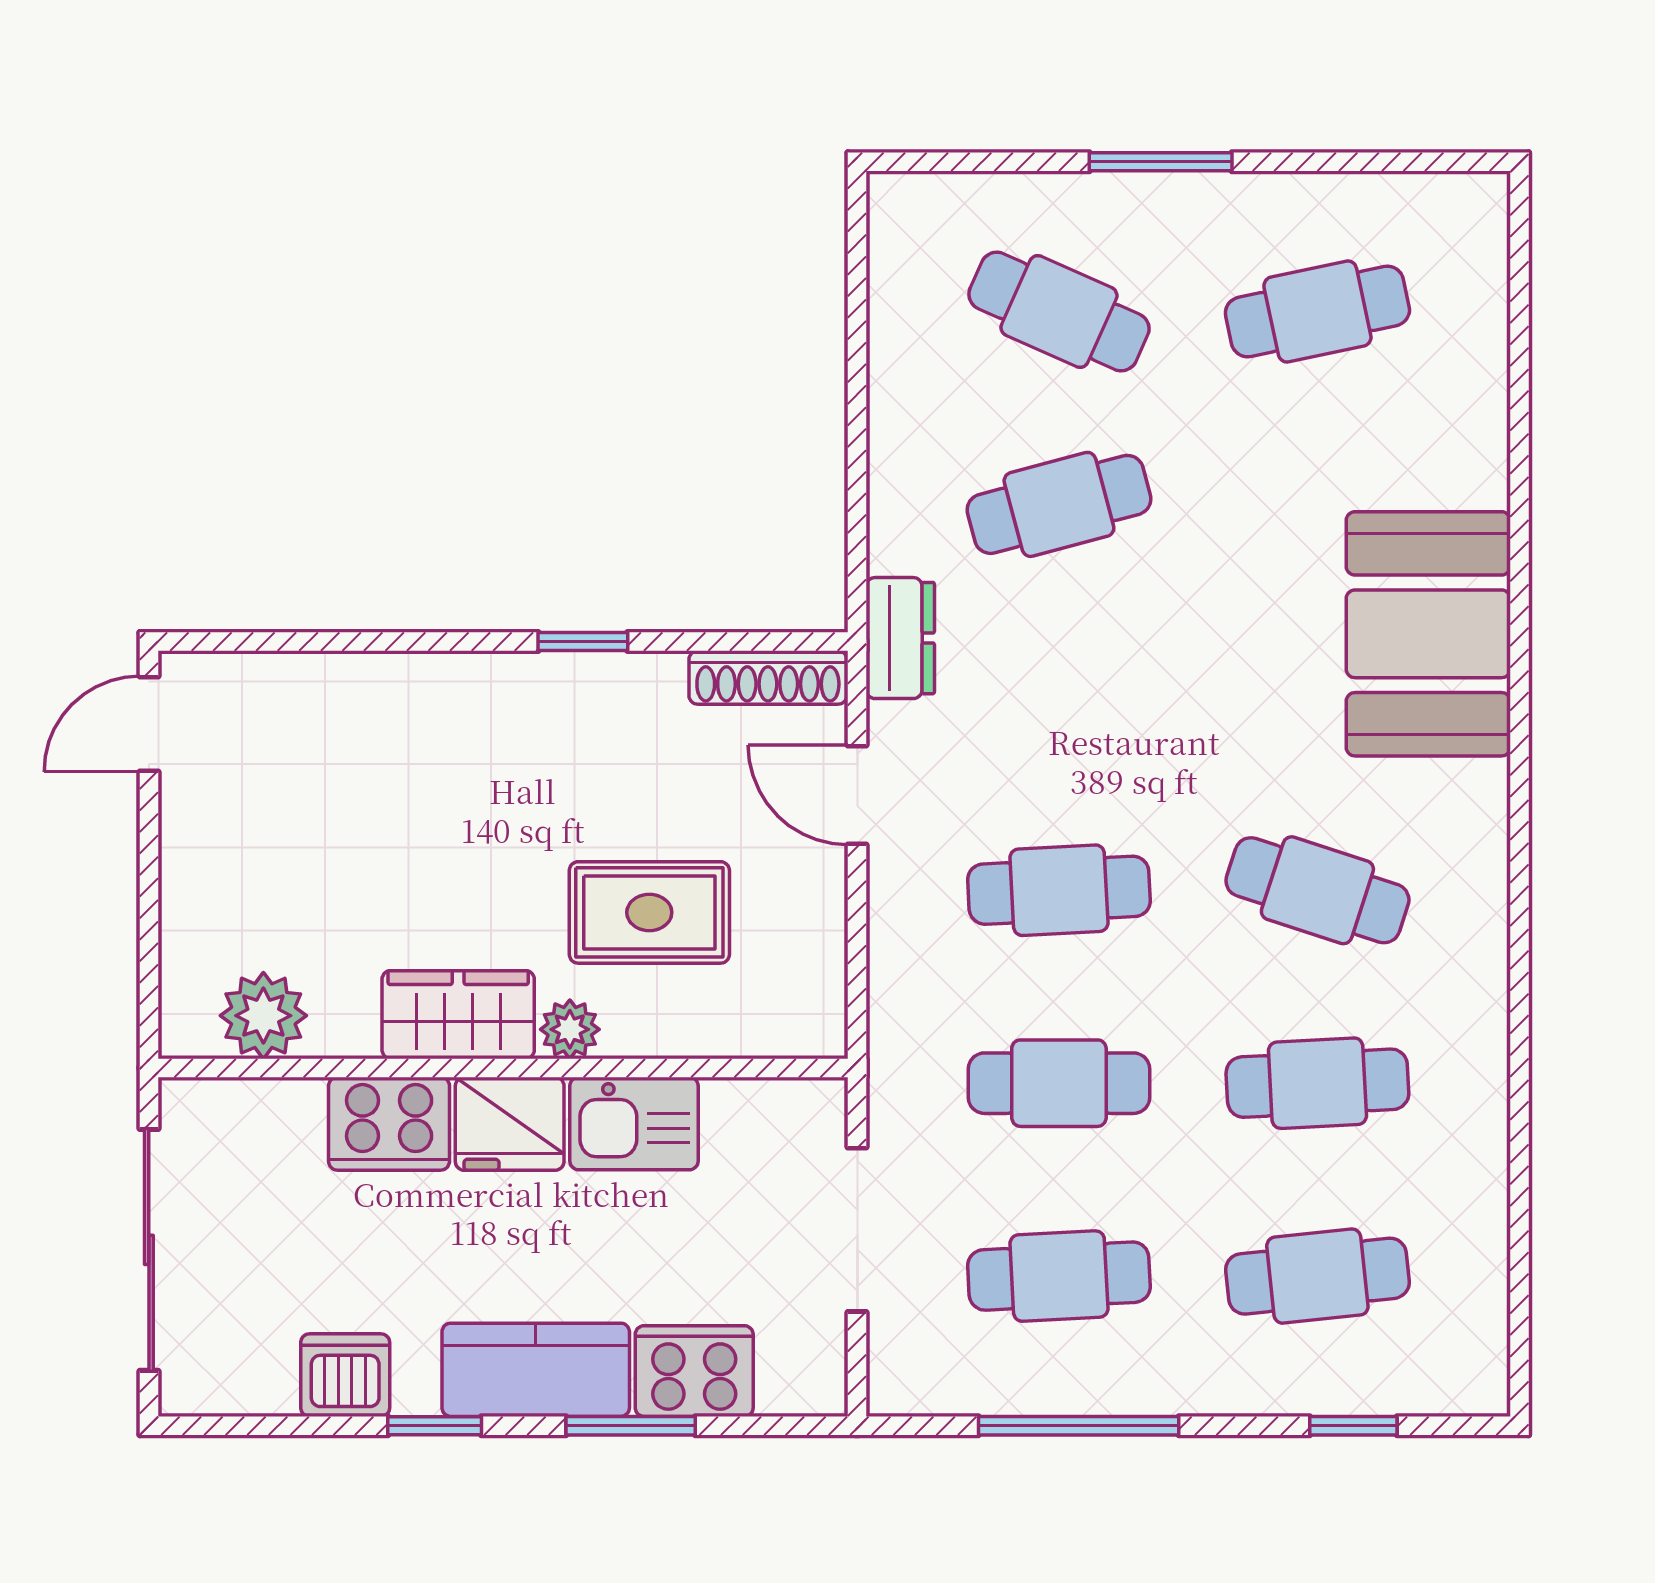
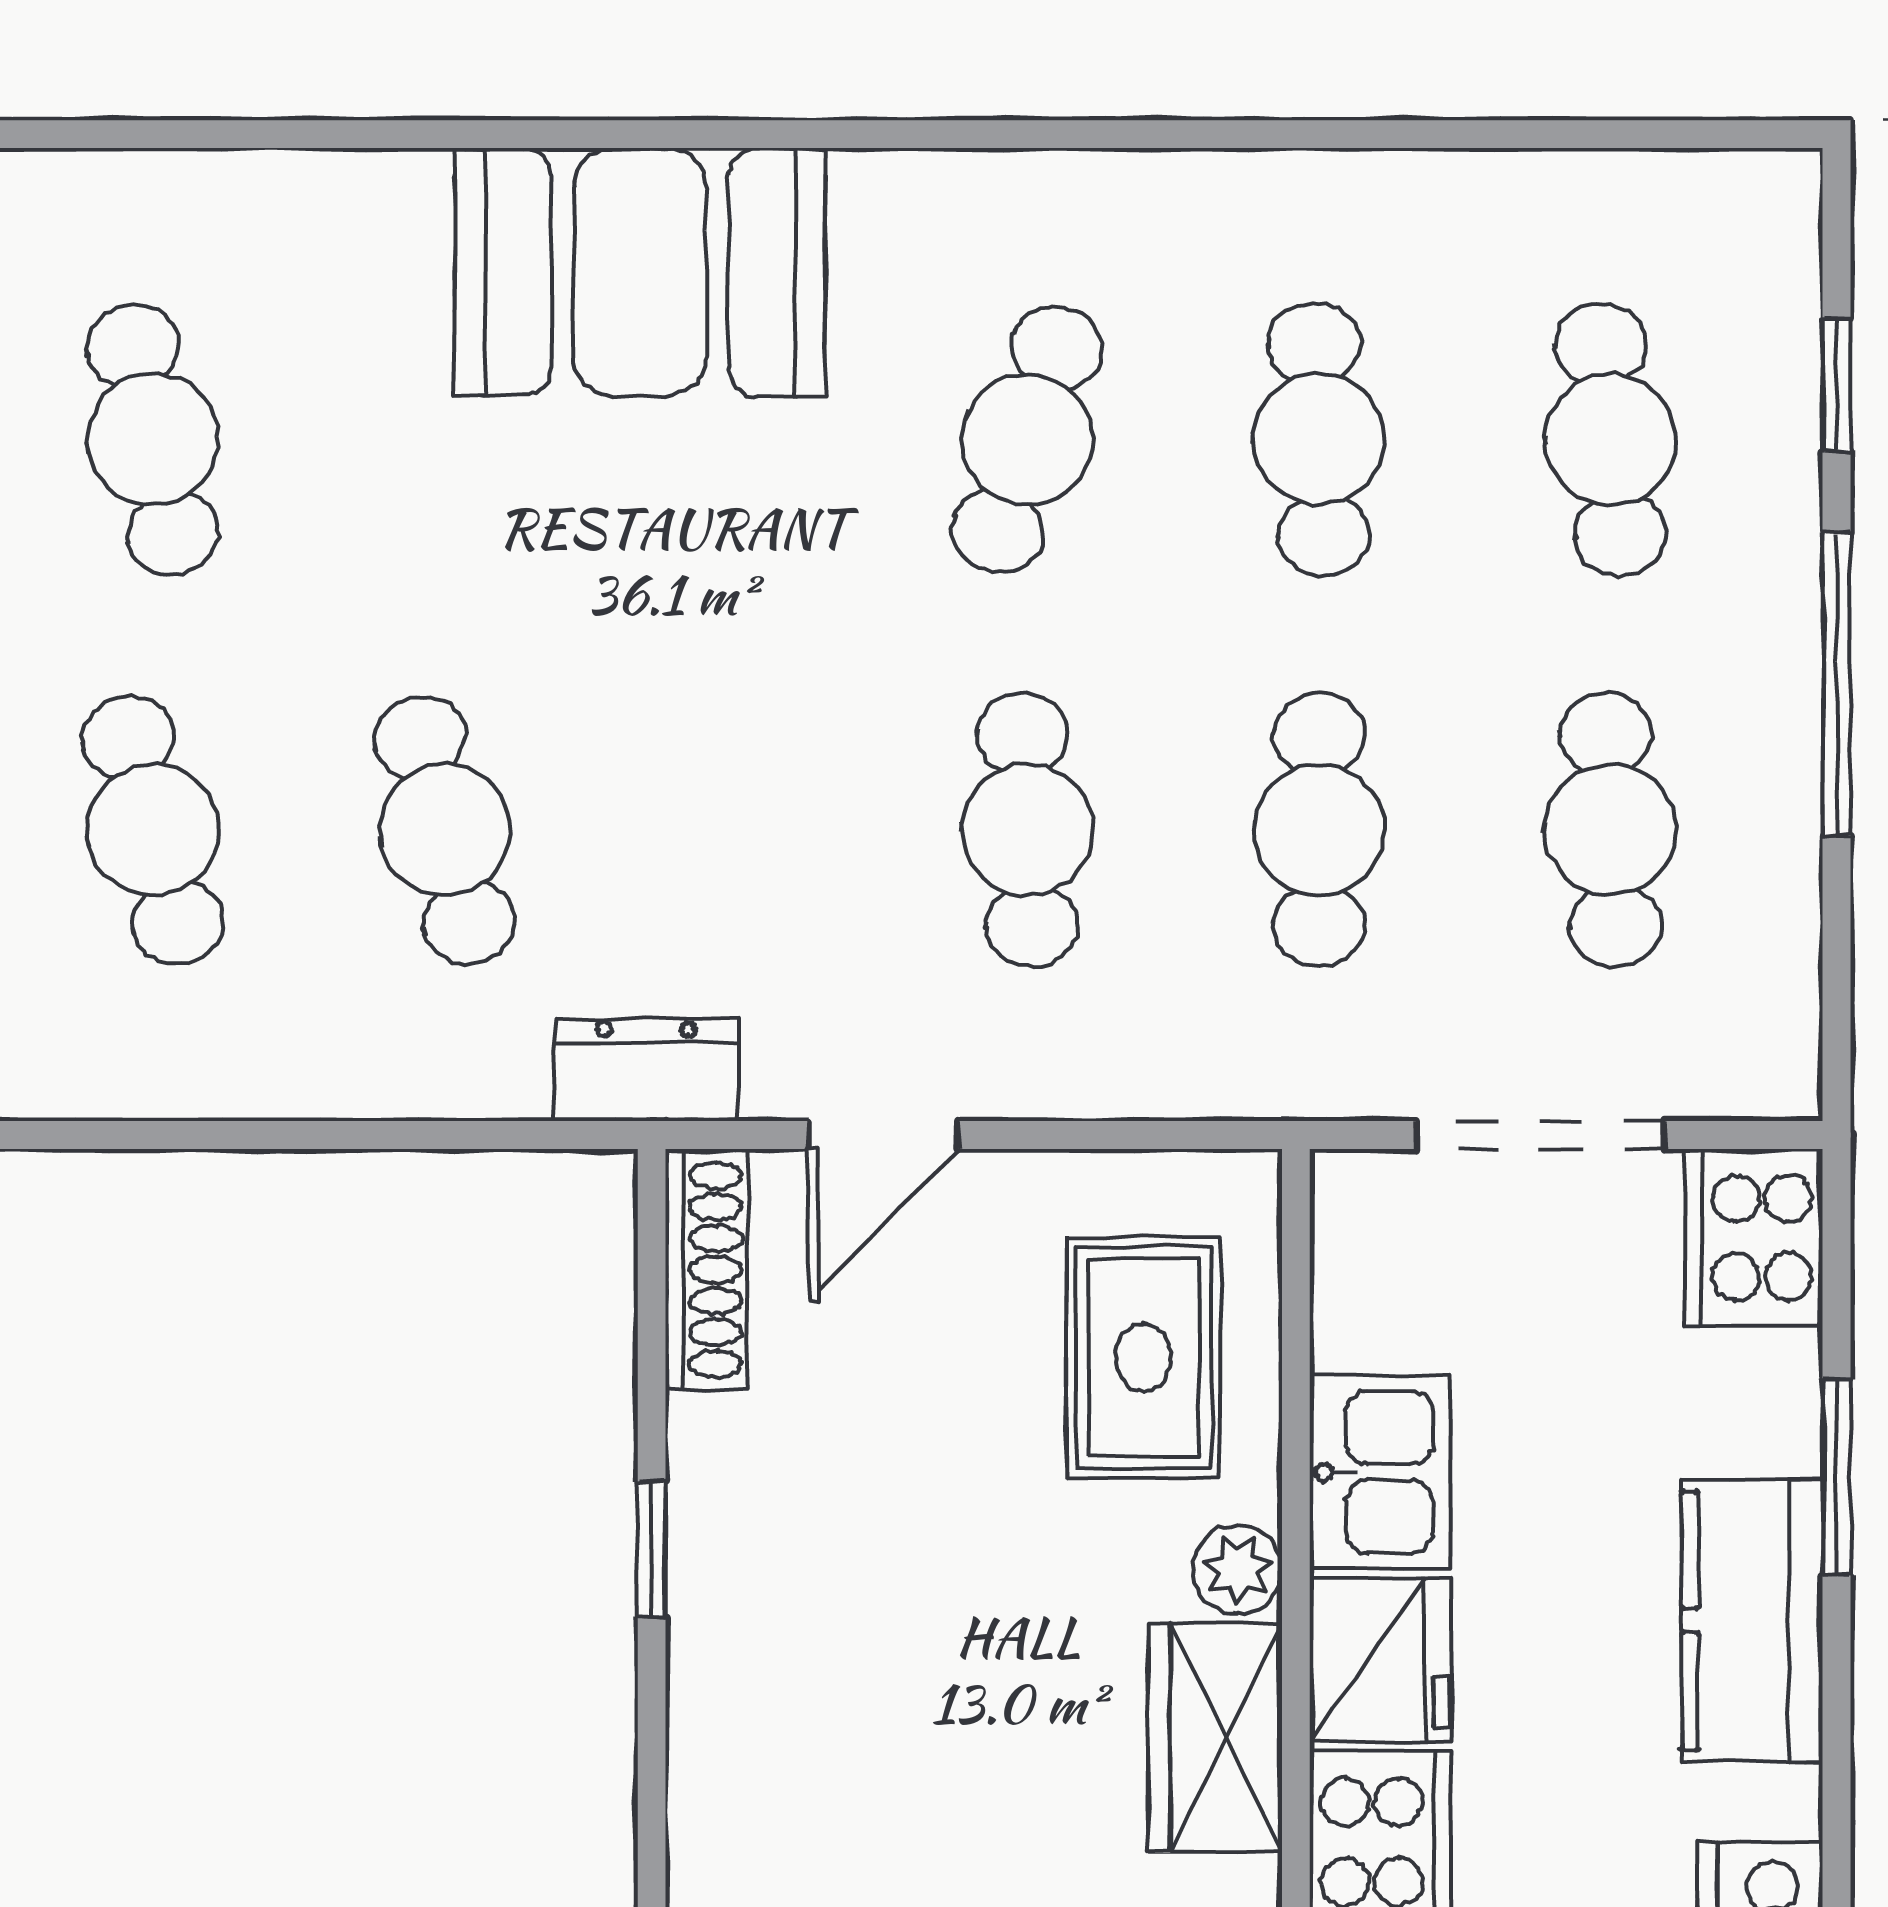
cafe table: (1059, 312) -> (153, 830), turned -39
rug: (649, 912) -> (1143, 1357), moved
cooker: (694, 1371) -> (1754, 1238), moved
window: (435, 1426) -> (1837, 1773), removed
window: (1079, 1426) -> (1837, 684), moved

